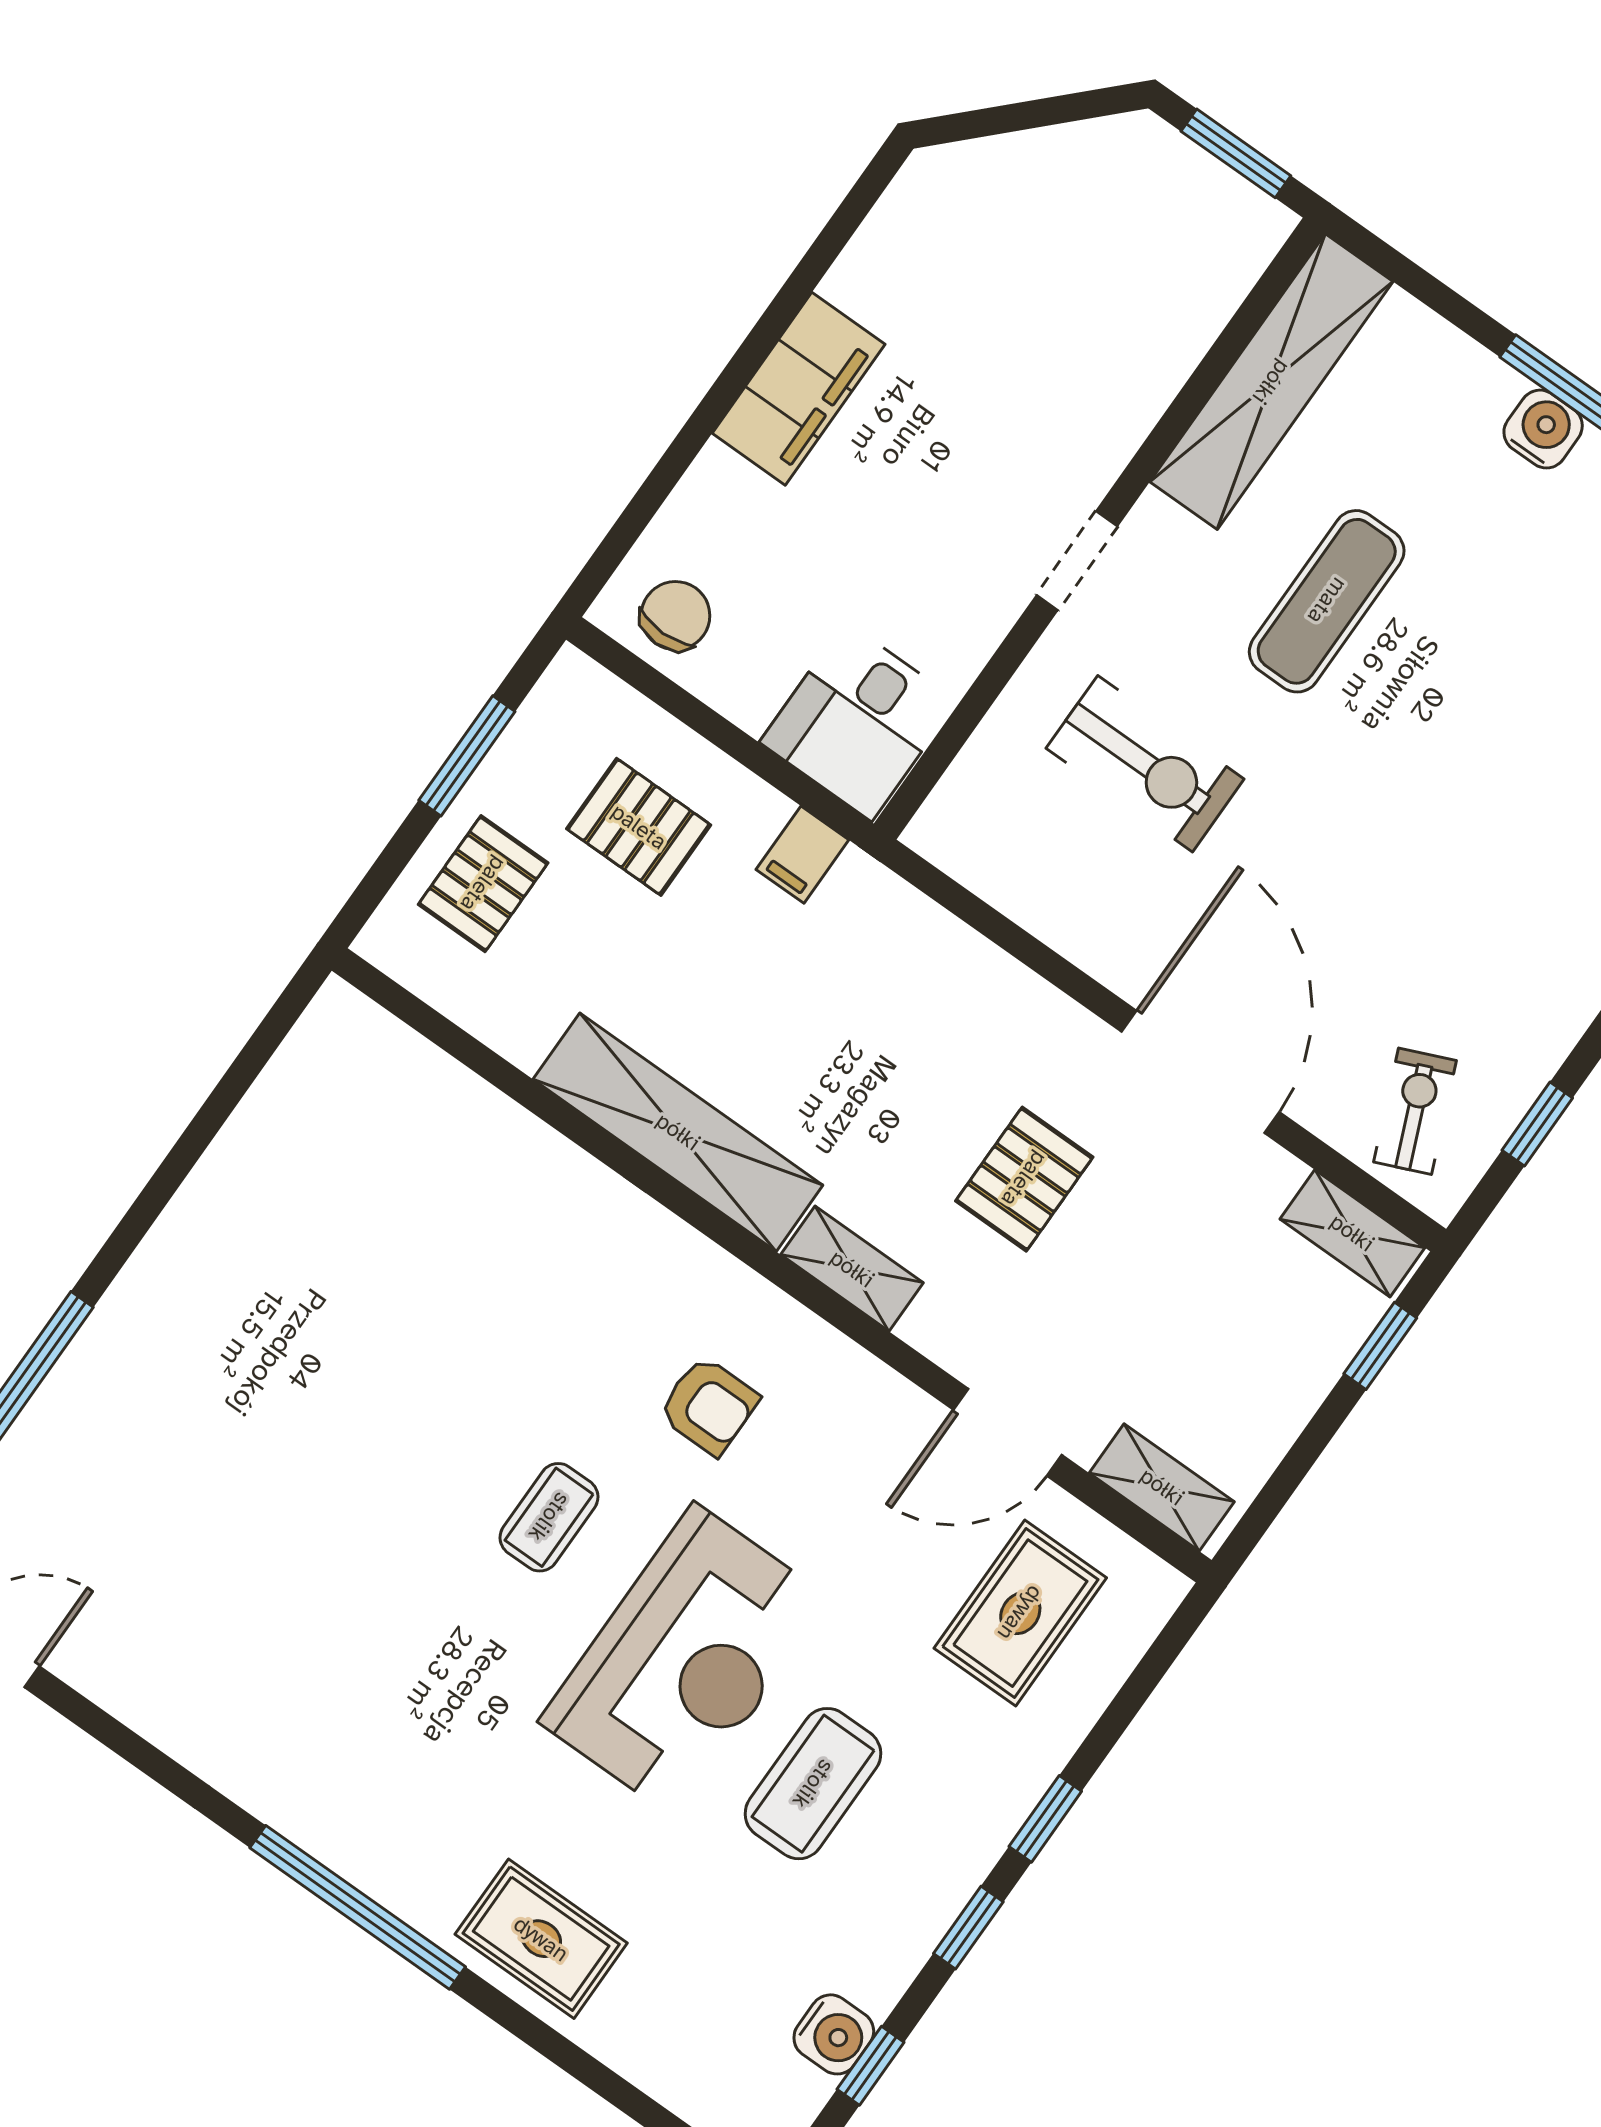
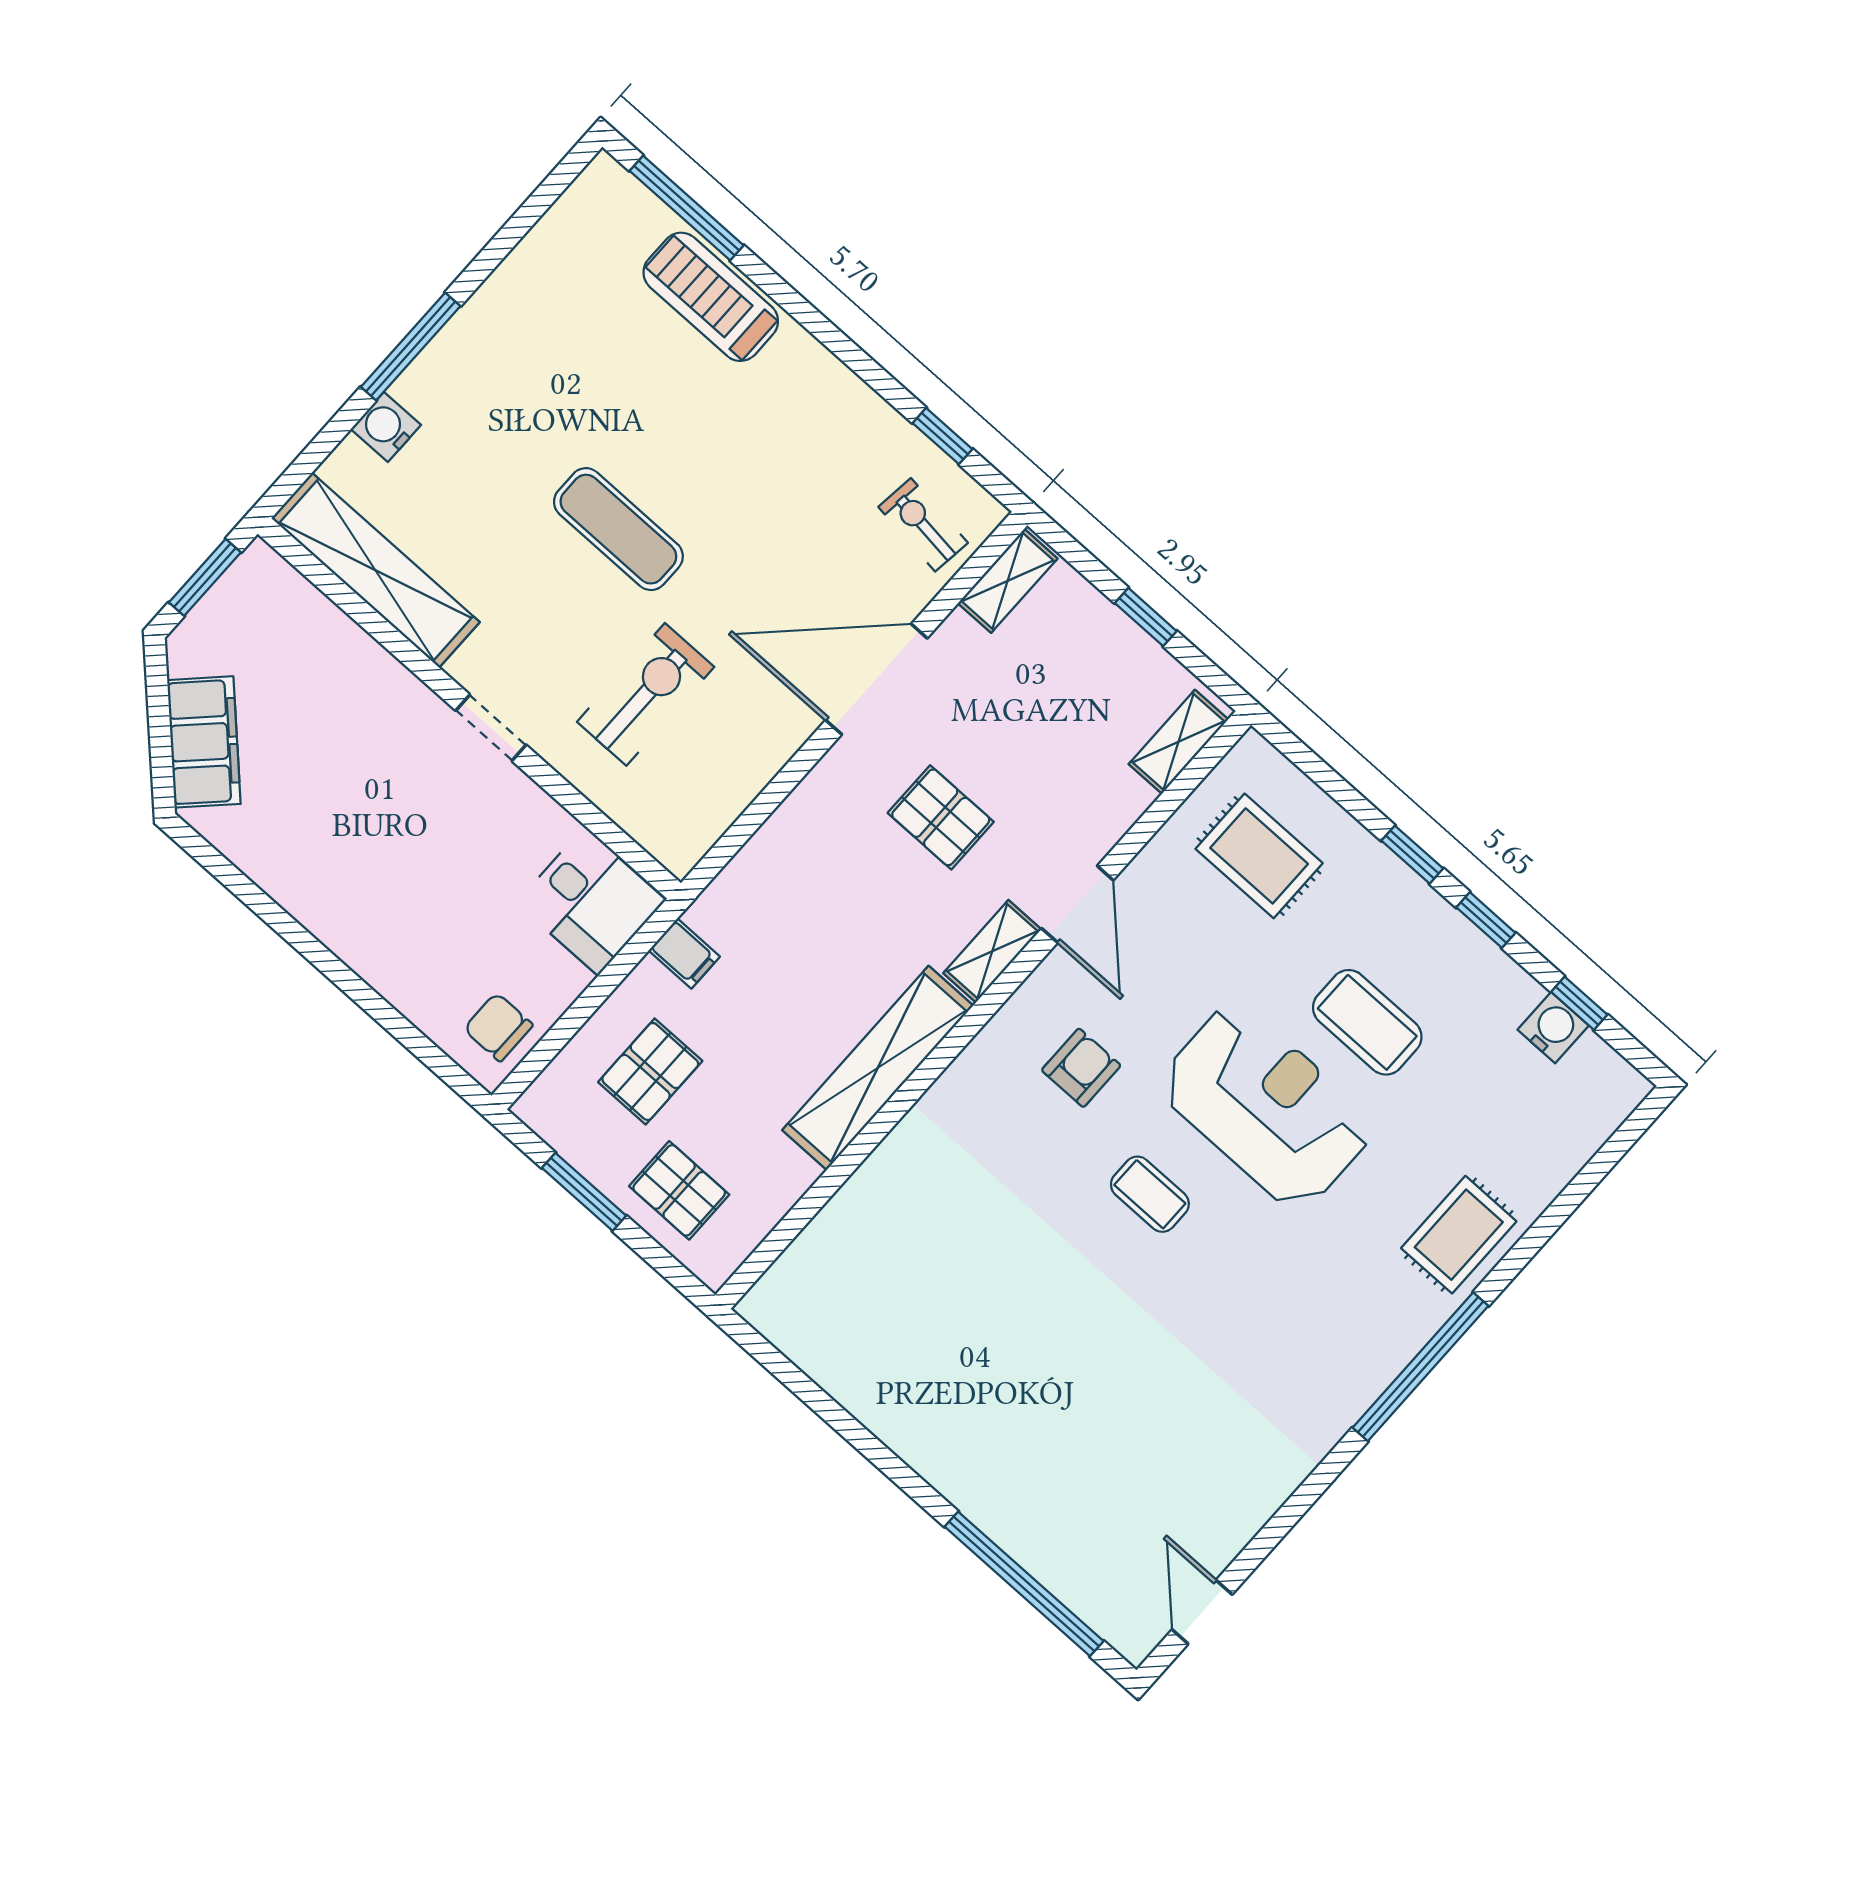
filing cabinet: (799, 389) -> (204, 742), moved, turned 45
water cooler: (1543, 429) -> (386, 427), moved
exercise mat: (1327, 601) -> (618, 529), moved
exercise bike: (1415, 1111) -> (923, 525), turned 30
window: (1380, 1346) -> (1146, 617), moved
door: (1007, 1432) -> (1077, 904), moved

